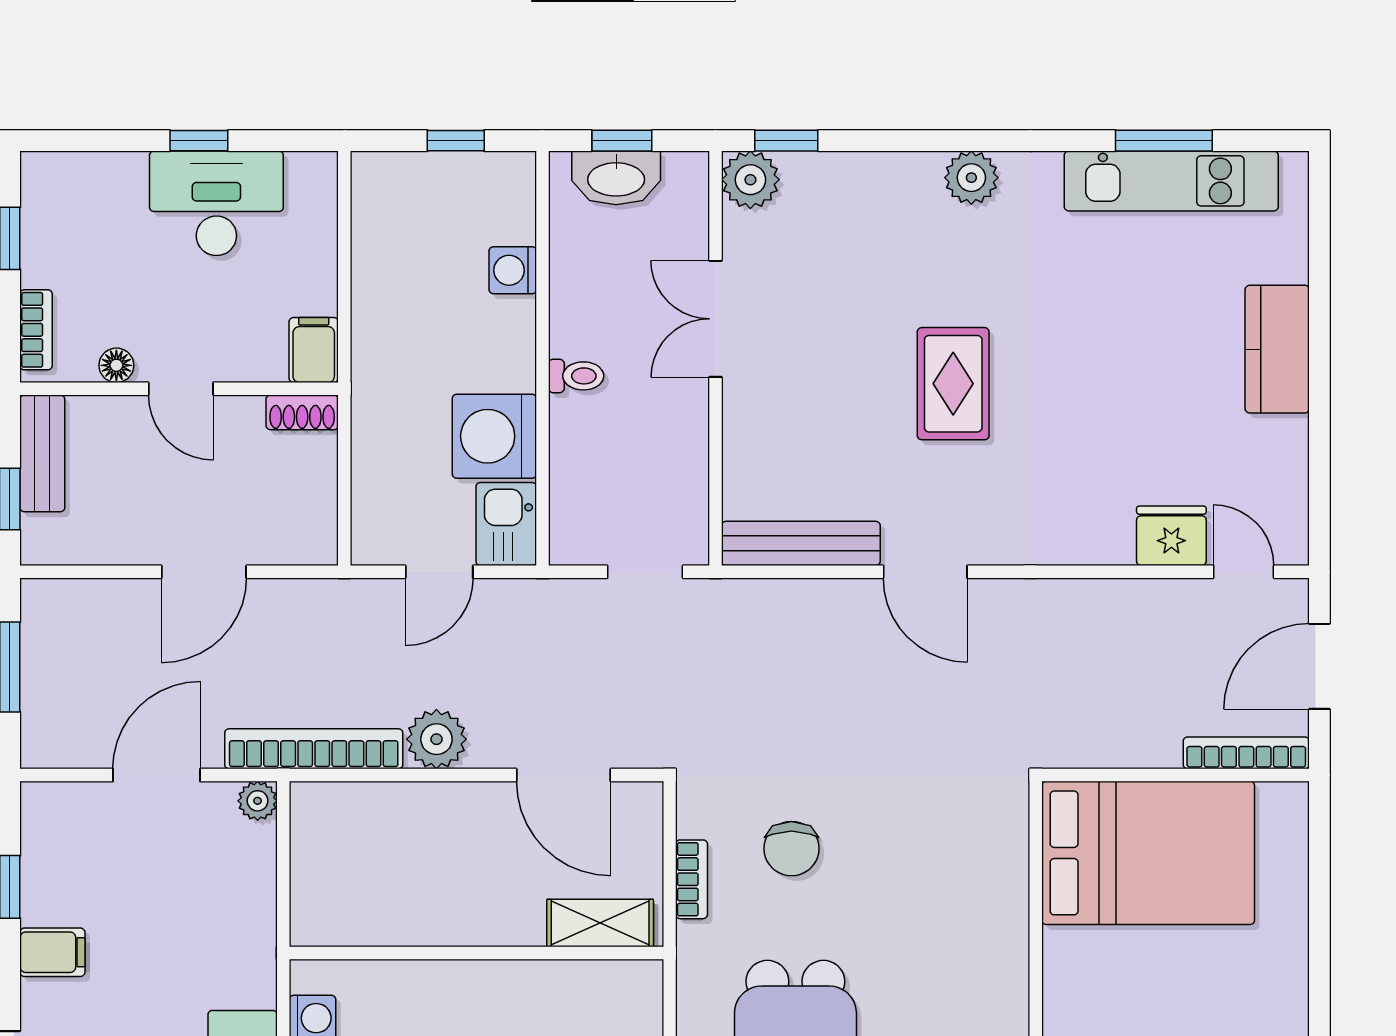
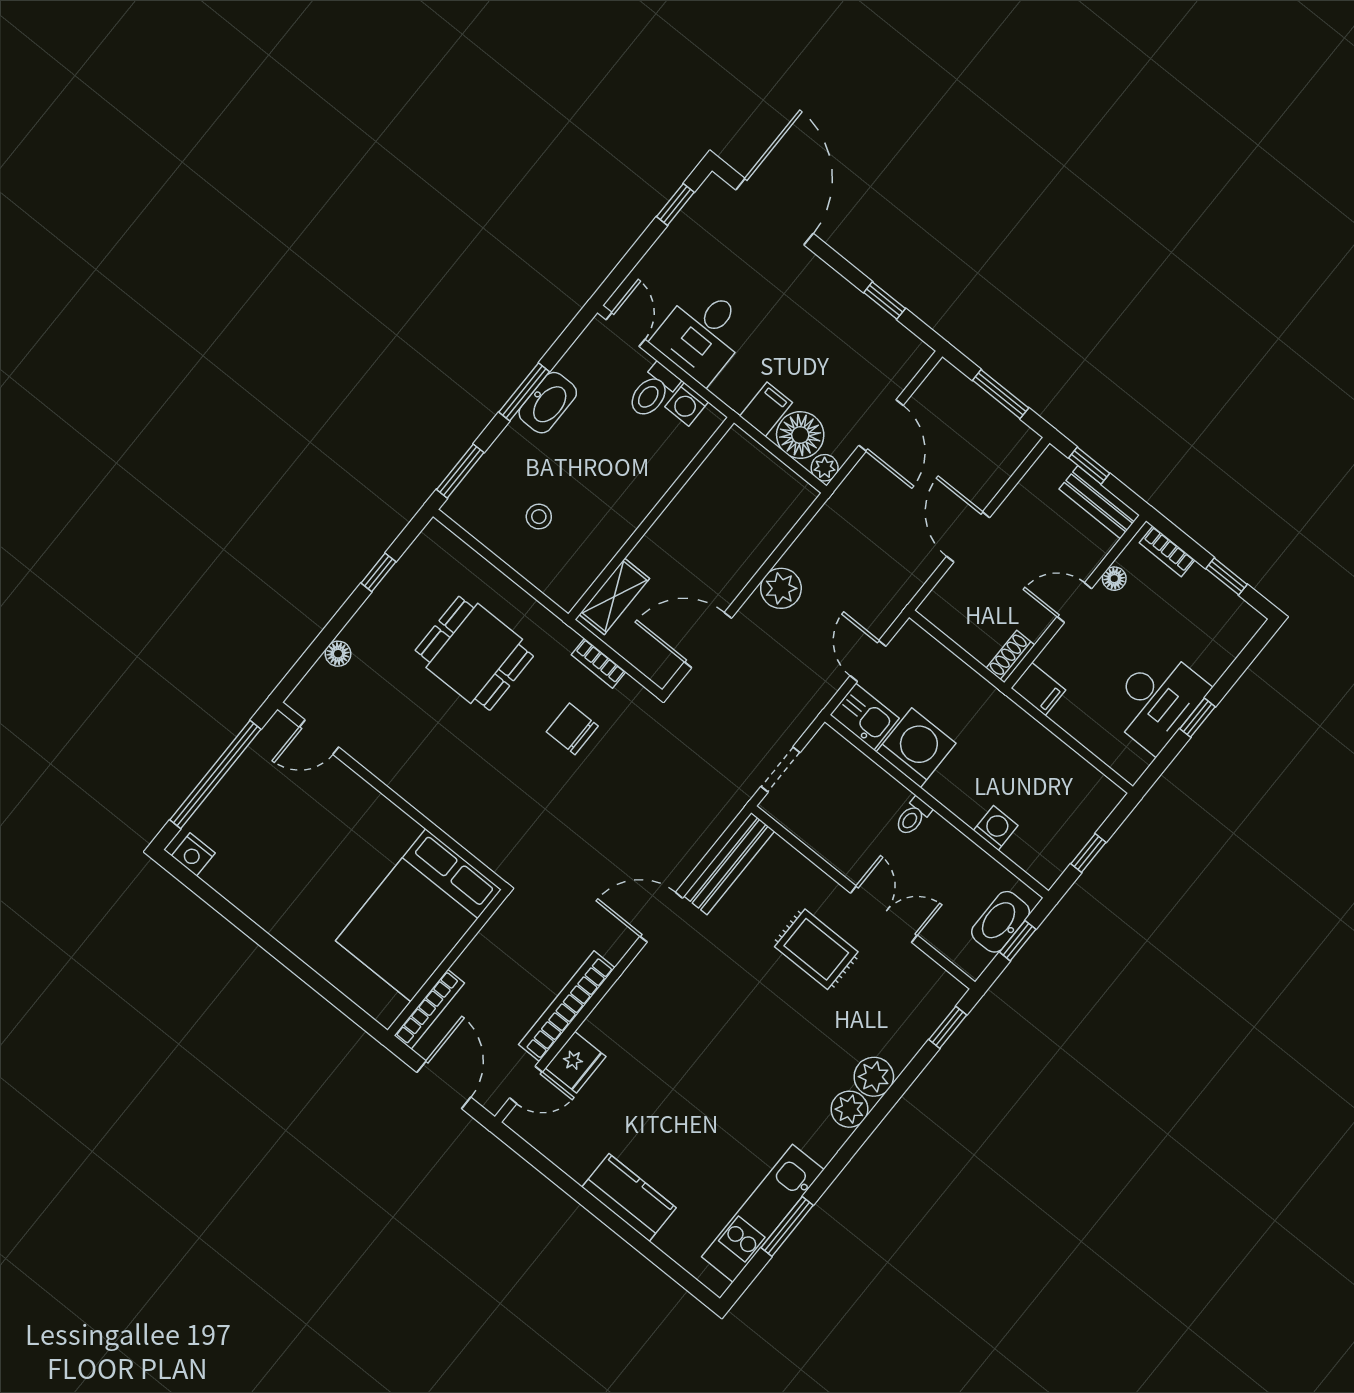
plant: (750, 180) -> (874, 1077), moved
rug: (953, 384) -> (816, 949), moved
bookcase: (314, 749) -> (567, 1006), moved, turned 180
floor lamp: (243, 859) -> (800, 435), added
filing cabinet: (52, 952) -> (766, 409), moved, turned 180

